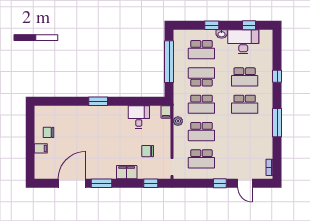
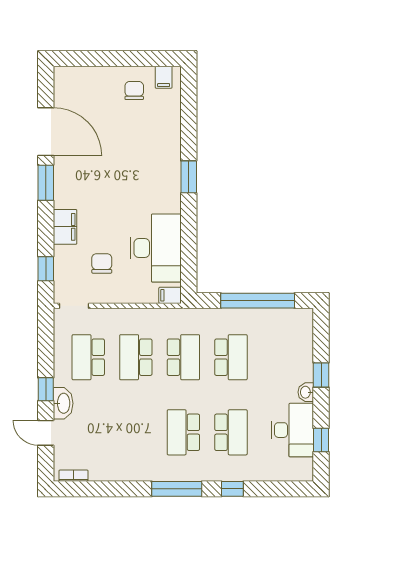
school desk: (201, 50) -> (279, 357), removed
school desk: (245, 77) -> (231, 432), turned 180
school desk: (201, 104) -> (183, 357), turned 180
desk: (139, 117) -> (156, 248), width x1.87, depth x1.30
plant: (178, 121) -> (154, 316), removed
window: (277, 123) -> (177, 489), moved
filing cabinet: (41, 148) -> (164, 77), moved
washbasin: (228, 173) -> (63, 403), added
door: (245, 183) -> (46, 433), hinge flipped

